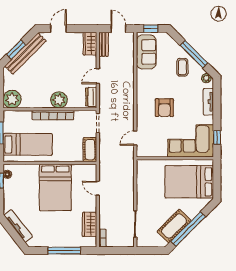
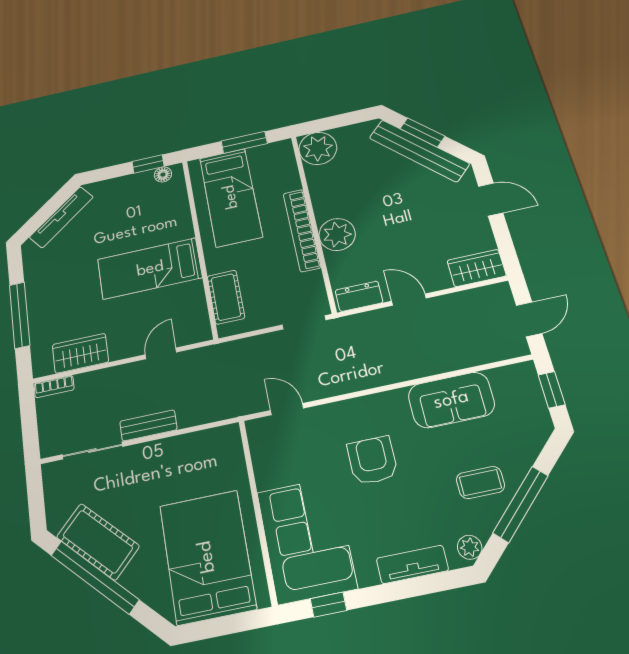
bench: (104, 44) -> (148, 425), moved
sofa: (146, 52) -> (451, 400), moved
armchair: (164, 108) -> (372, 460), turned 90
cot: (90, 150) -> (226, 297), moved, turned 90
bed: (55, 188) -> (150, 269), width x0.67

